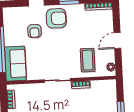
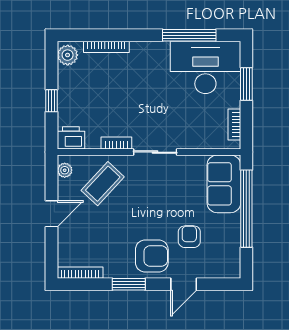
armchair: (56, 18) -> (152, 256), turned 180
coffee table: (88, 60) -> (103, 184), turned 43
printer: (108, 86) -> (71, 138), added

